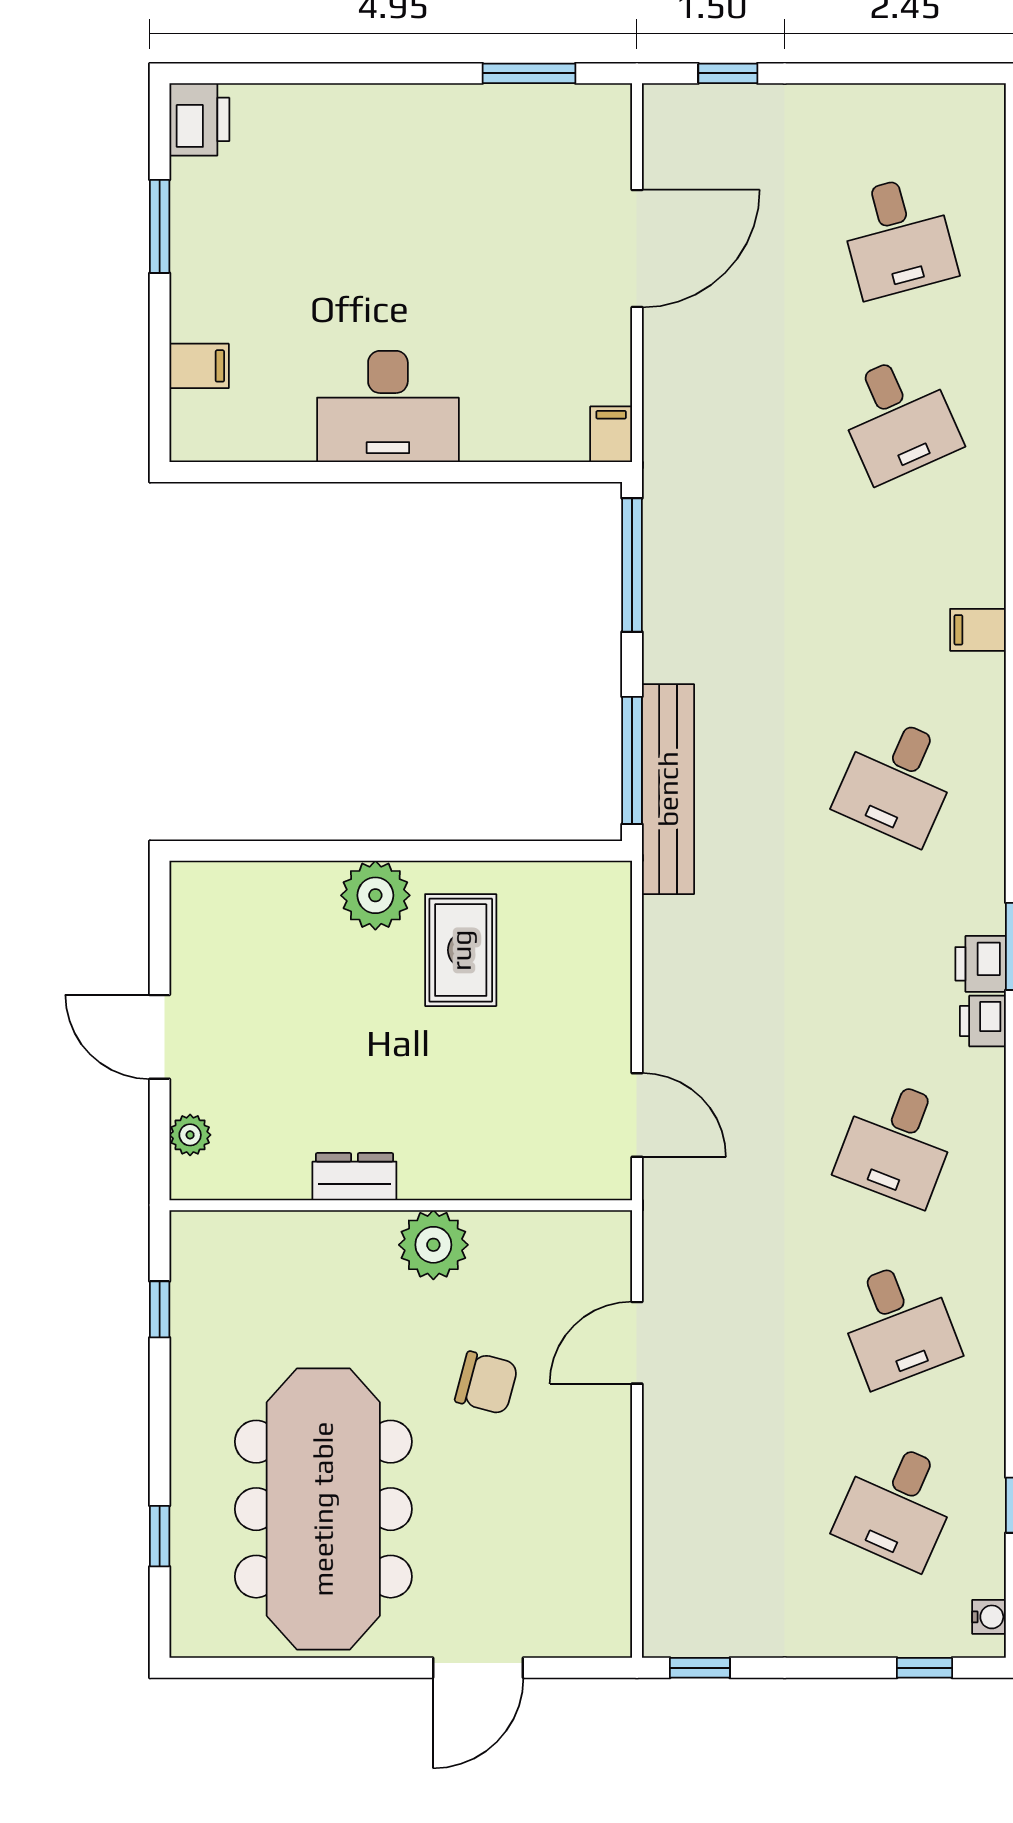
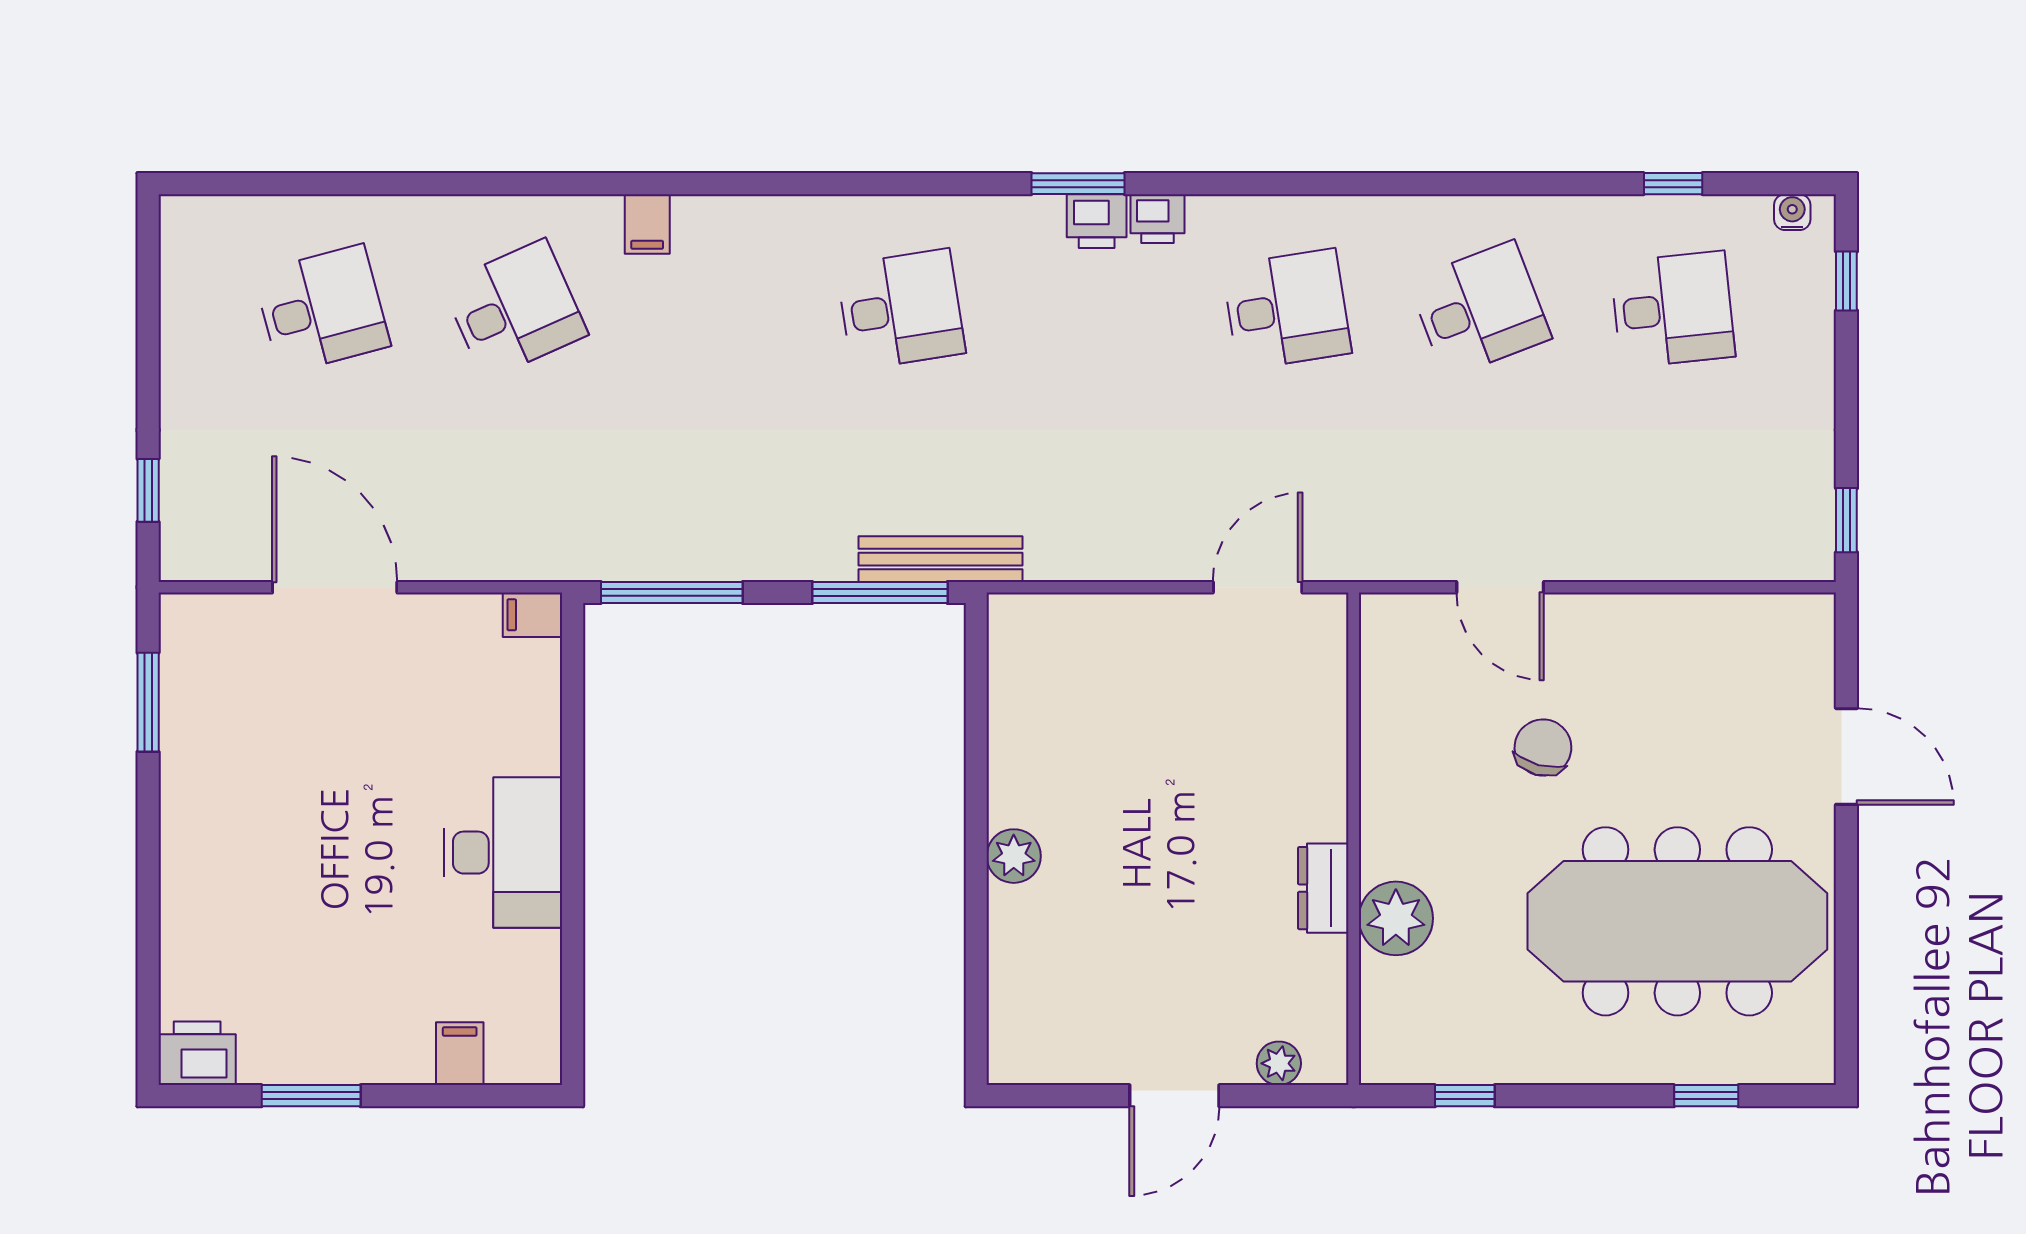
filing cabinet: (978, 630) -> (647, 224), moved
desk: (898, 780) -> (901, 309), turned -33
bench: (668, 789) -> (941, 559), width x0.73, depth x0.82
plant: (375, 895) -> (1014, 856), width x0.73, depth x0.73
rug: (461, 950) -> (1082, 775), removed
desk: (898, 1142) -> (1287, 309), turned -30
plant: (433, 1245) -> (1396, 918), moved
desk: (898, 1505) -> (1673, 309), turned -30

